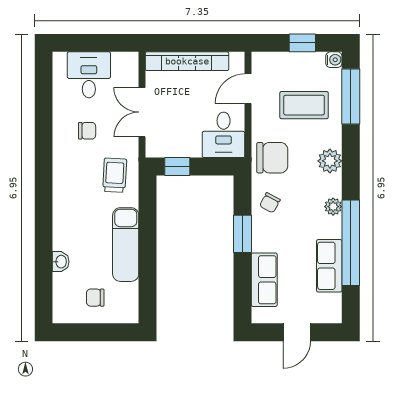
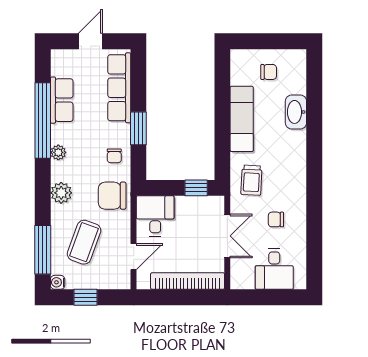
coffee table: (304, 105) -> (84, 242), turned -70
chair: (270, 203) -> (114, 156), turned 152
washbasin: (61, 262) -> (296, 112), width x1.91, depth x1.45
row of seats: (264, 280) -> (119, 88), width x1.48

